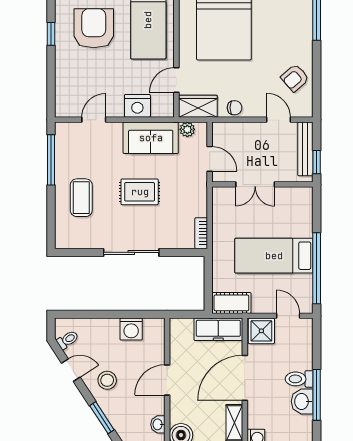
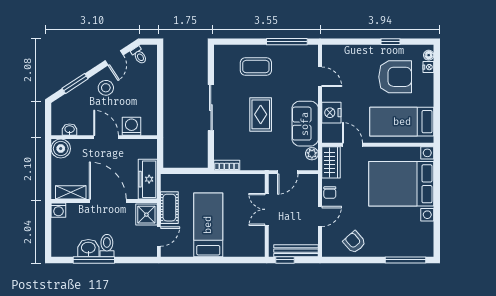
door: (278, 120) -> (320, 216), moved
window: (317, 268) -> (198, 260), removed
cot: (231, 303) -> (169, 208), moved
washing machine: (131, 329) -> (131, 126), moved, turned 90

